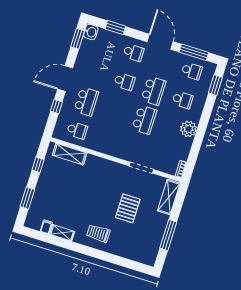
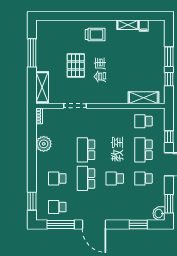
school desk: (134, 53) -> (143, 178), moved
plant: (188, 129) -> (44, 144), moved
window: (27, 198) -> (169, 57), moved

